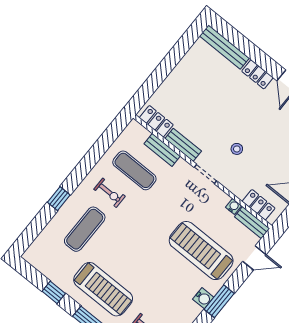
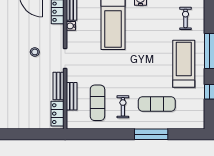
window: (59, 199) -> (151, 134), width x2.17

